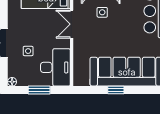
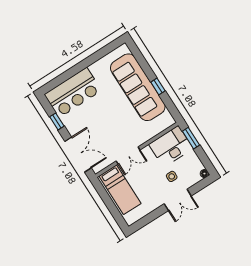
side table: (102, 12) -> (103, 137), removed
window: (39, 90) -> (191, 138), moved

